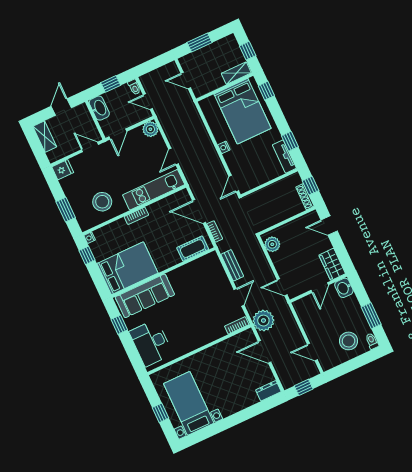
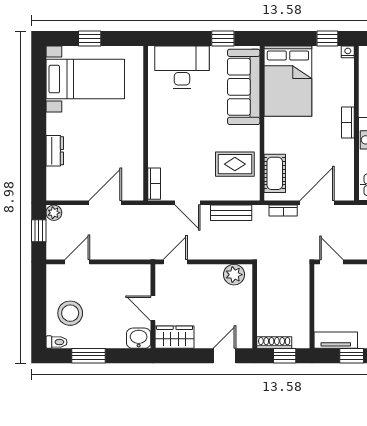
rug: (199, 278) -> (235, 164), added
plant: (263, 321) -> (54, 213), moved, width x0.53, depth x0.53
dresser: (268, 391) -> (55, 151), moved

